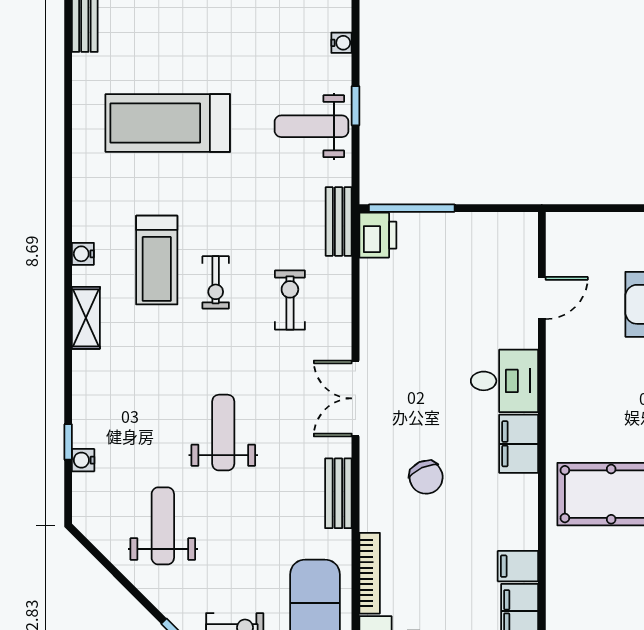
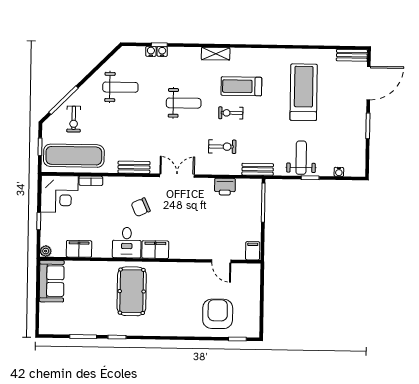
printer: (378, 235) -> (225, 187), moved
water cooler: (83, 254) -> (162, 51), moved
desk: (504, 381) -> (127, 243), moved
weight bench: (223, 433) -> (184, 103), moved
filing cabinet: (518, 566) -> (253, 251), moved
bookcase: (370, 573) -> (91, 181), width x0.64

